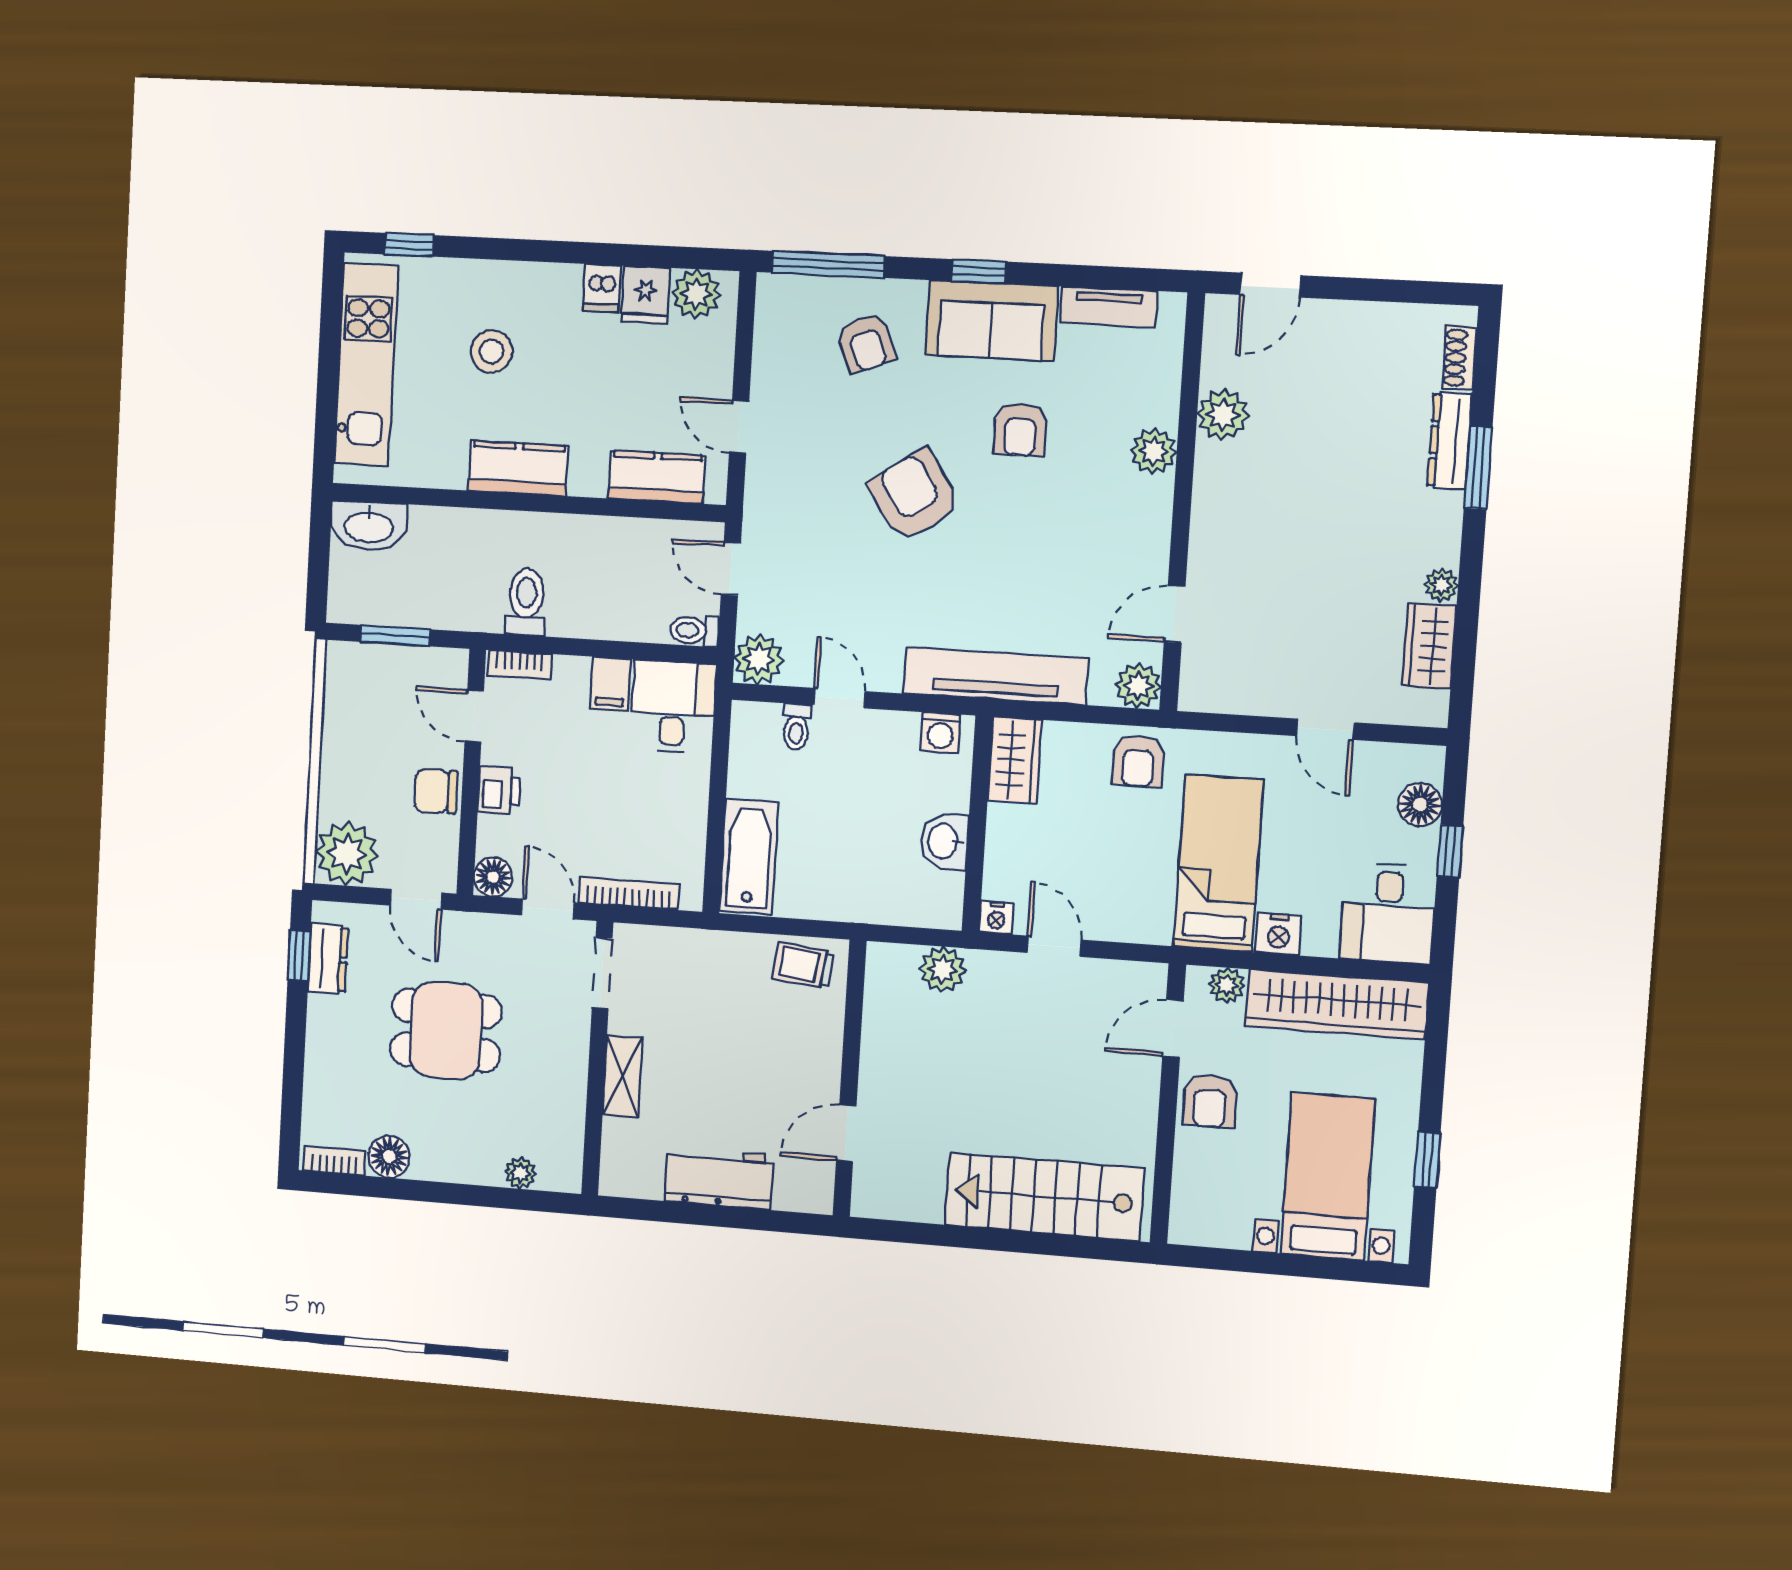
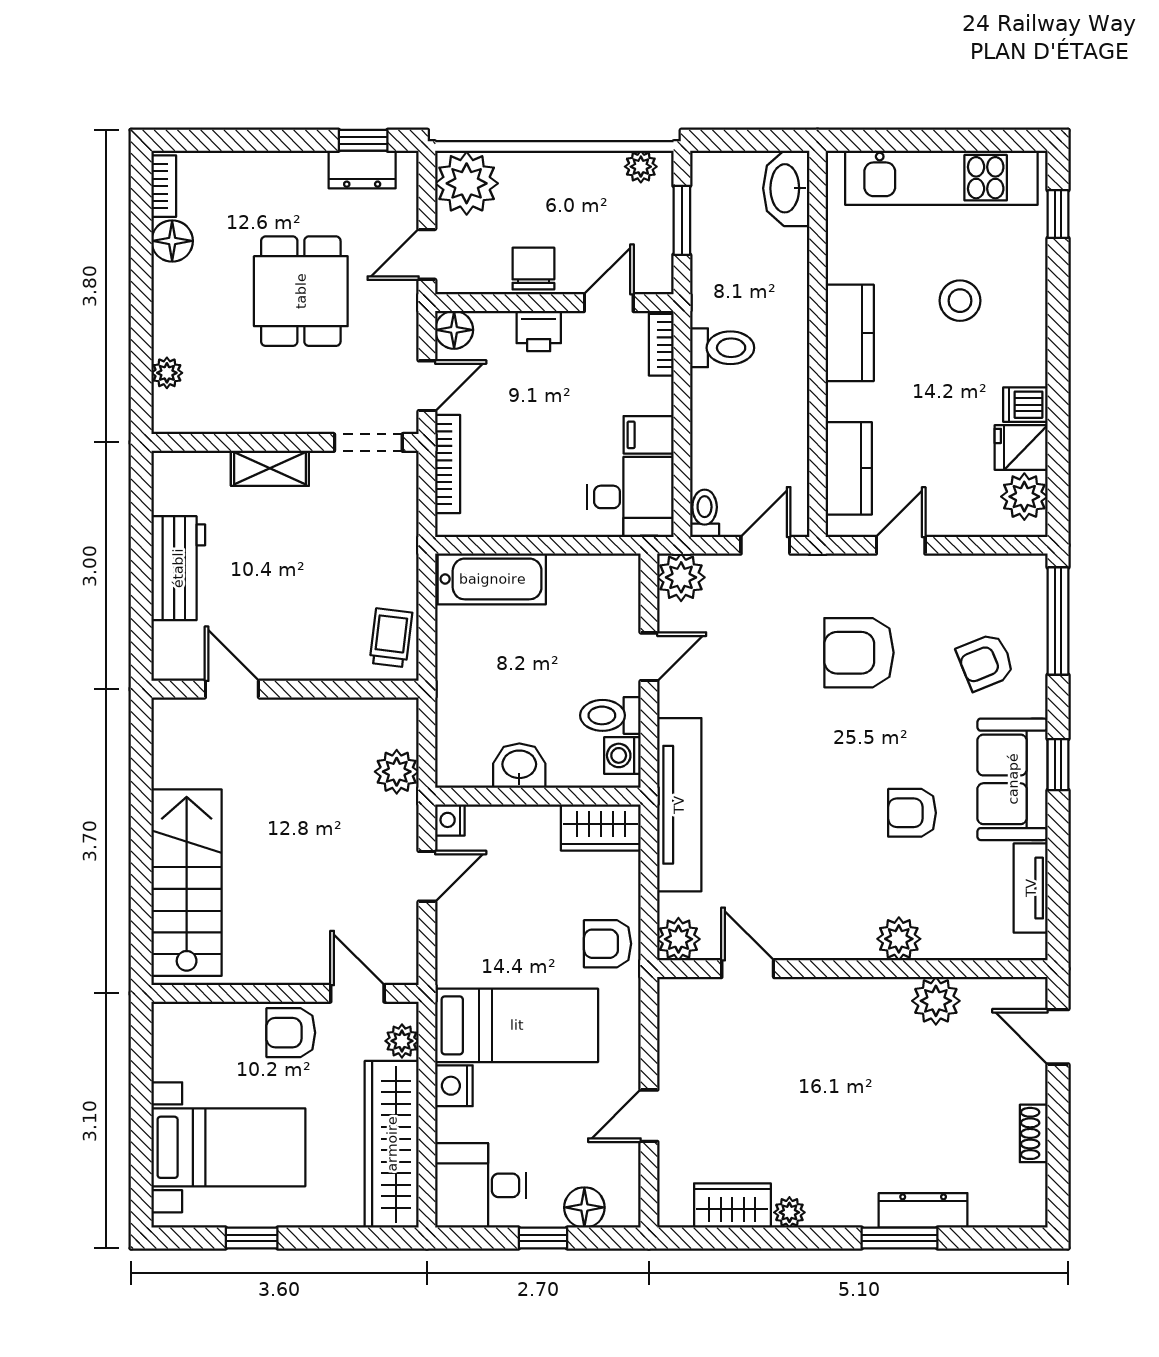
shoe rack: (1459, 358) -> (1034, 1133), moved, turned -90
armchair: (915, 496) -> (859, 653), moved, turned -146
plant: (339, 674) -> (641, 167), added
toilet: (796, 727) -> (610, 715), moved, width x1.37, depth x1.39

